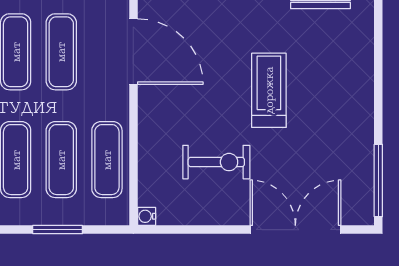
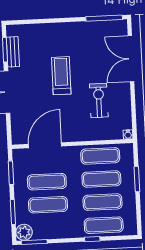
treadmill: (269, 90) -> (61, 76), turned 90

